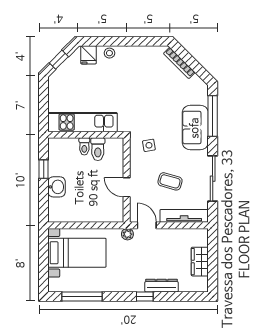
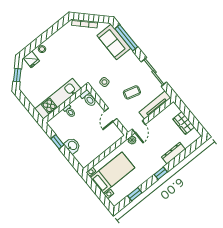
sofa: (195, 128) -> (114, 42), moved
toilet: (98, 149) -> (89, 98), moved
door: (127, 187) -> (111, 115), hinge flipped
door: (147, 225) -> (139, 127), swing flipped
window: (82, 297) -> (135, 194), width x0.46
window: (145, 297) -> (161, 173), moved

